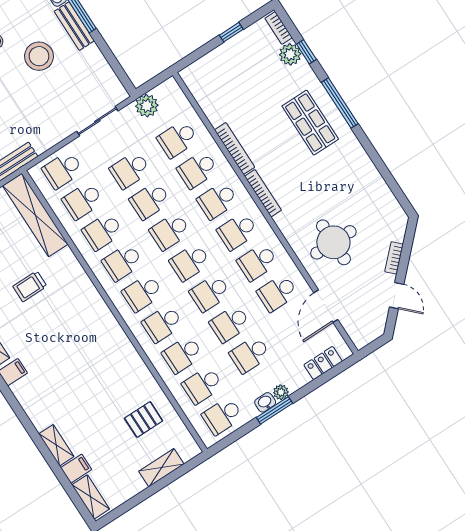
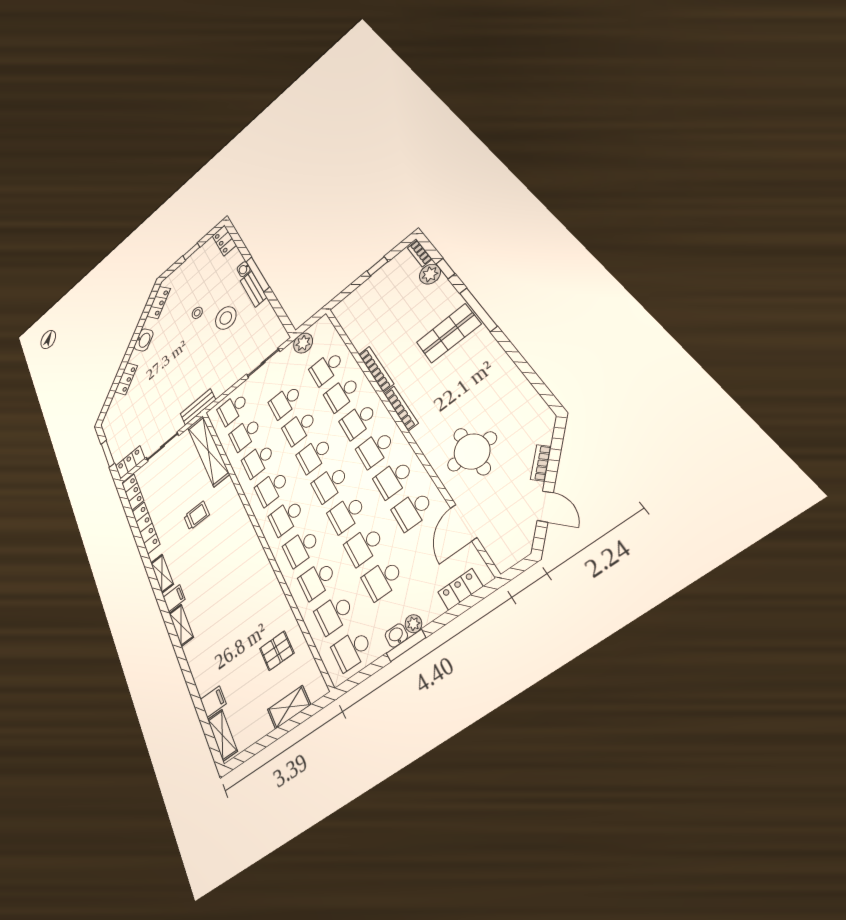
shop shelf: (310, 123) -> (448, 333), turned 90
trolley: (30, 286) -> (197, 516), turned 180
shelving: (56, 445) -> (181, 625), moved

